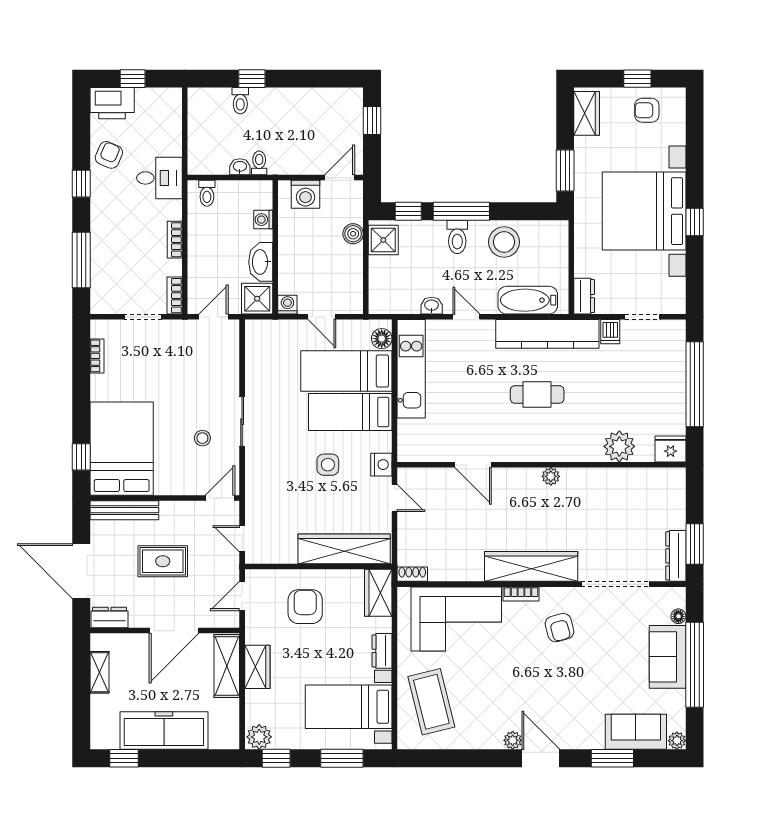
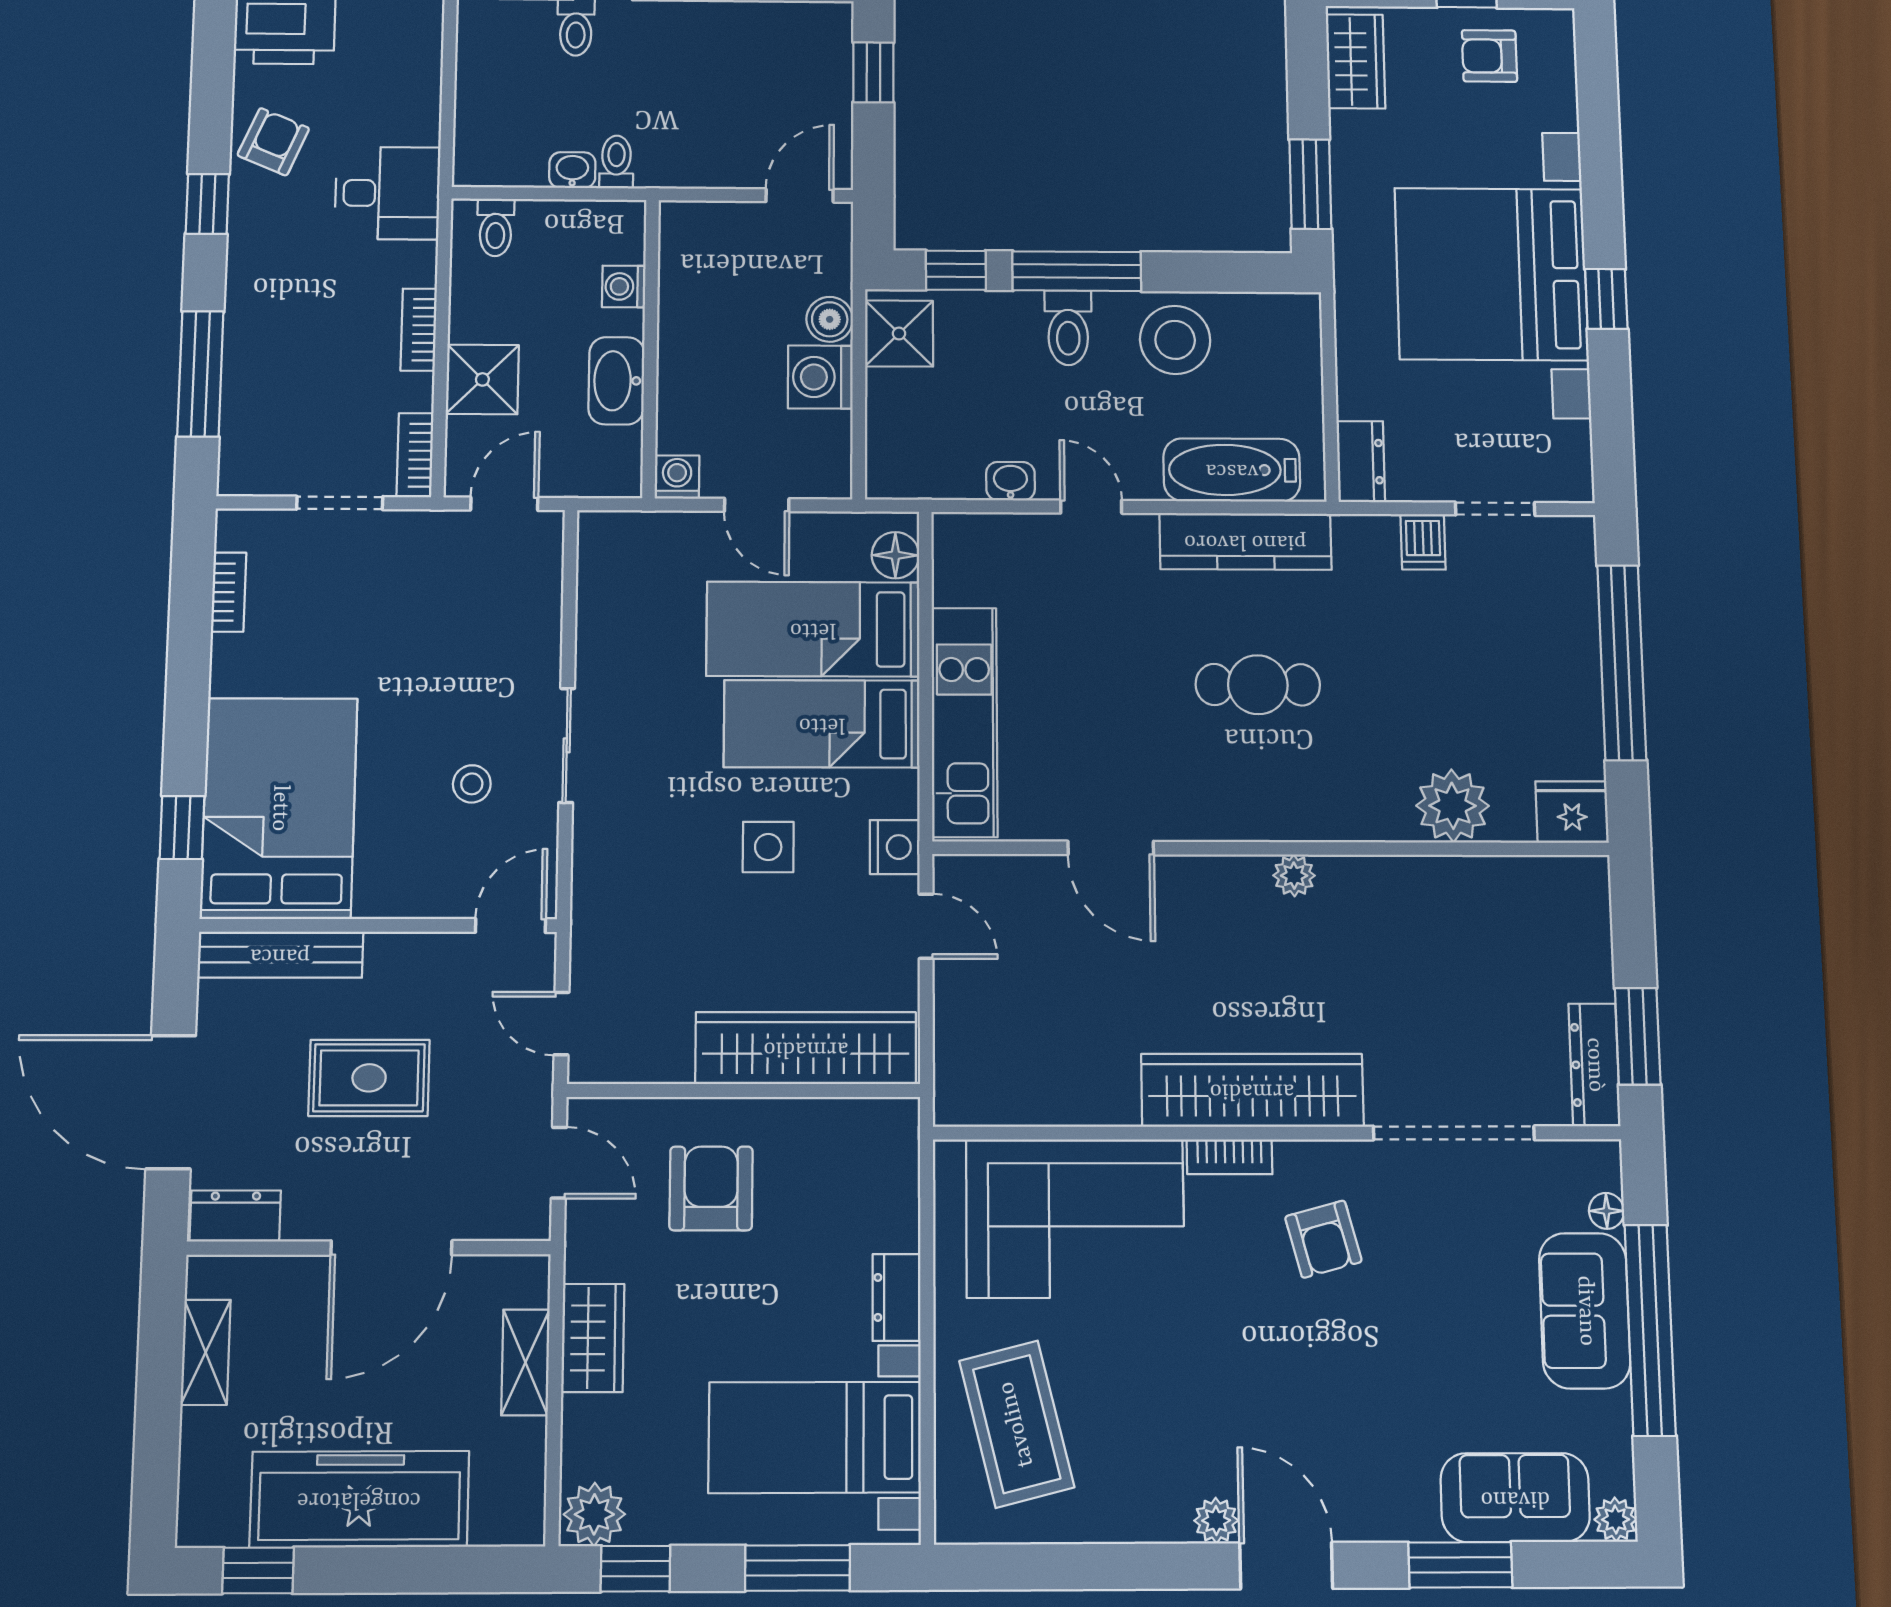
washing machine: (305, 194) -> (820, 377), moved, turned 90
shower: (257, 299) -> (482, 379), moved
kitchen counter: (547, 334) -> (1245, 541), width x0.72, depth x0.86
kitchen unit: (411, 369) -> (964, 722), moved
shoe rack: (412, 574) -> (969, 1109), removed
wardrobe: (378, 593) -> (887, 1154), removed
door: (242, 596) -> (559, 1163), swing flipped
shelving: (227, 666) -> (525, 1362), width x0.67, depth x0.75

